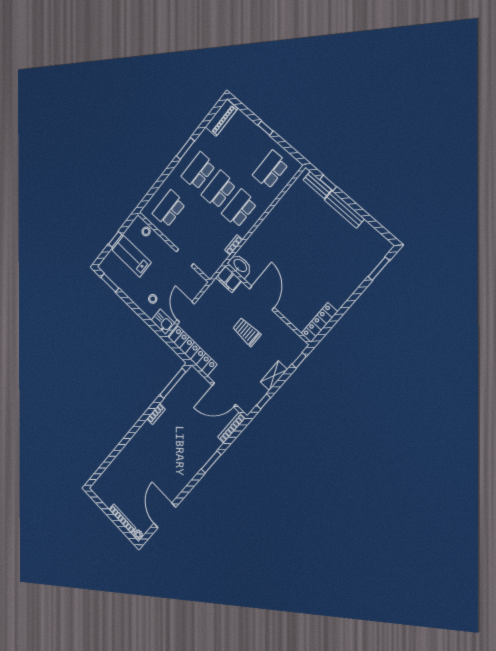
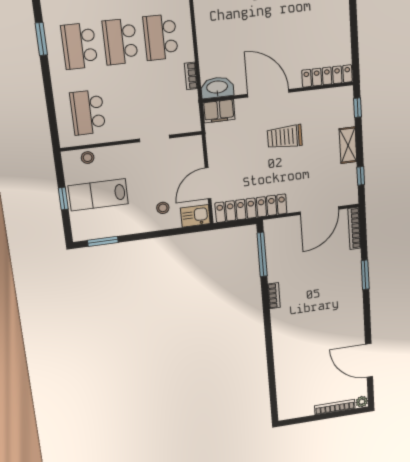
door: (186, 312) -> (208, 183), hinge flipped
locker: (319, 323) -> (327, 76), moved, turned 90

